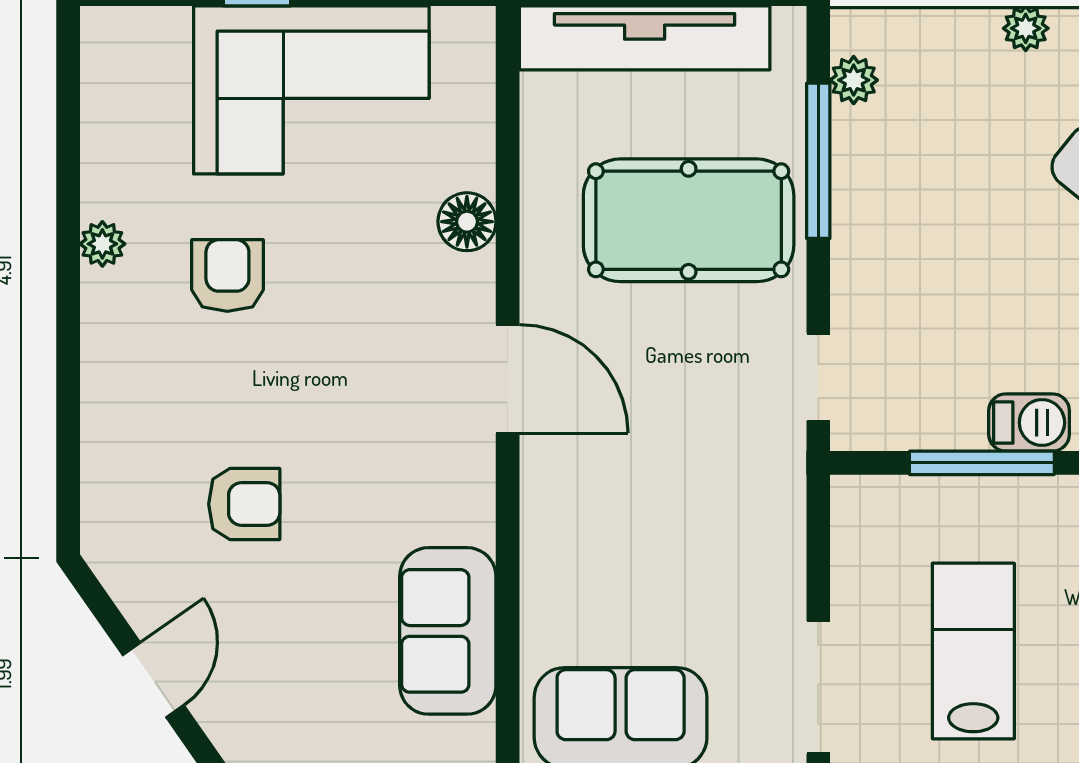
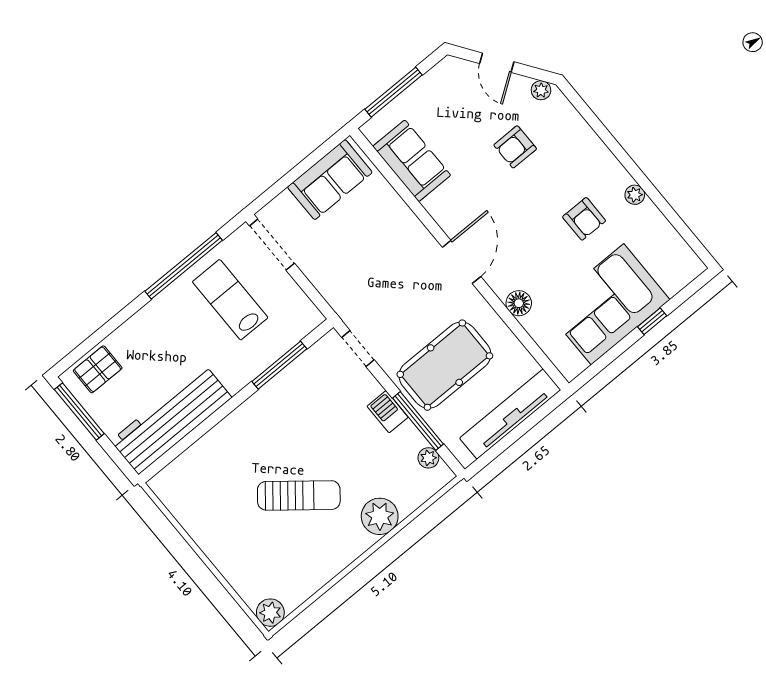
plant: (1026, 28) -> (380, 516), width x1.88, depth x1.88
door: (508, 379) -> (462, 262), swing flipped
barbecue: (1029, 423) -> (388, 412), moved, turned 90
plant: (115, 566) -> (541, 90), added
lab bench: (973, 651) -> (230, 300), turned 180

